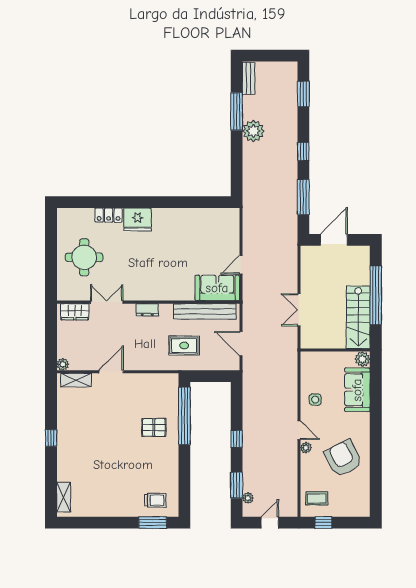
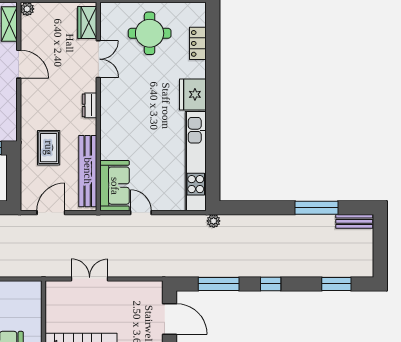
plant: (253, 131) -> (214, 221), moved, width x0.53, depth x0.53
locker: (109, 215) -> (198, 43), moved
kitchen unit: (196, 217) -> (196, 161), added

